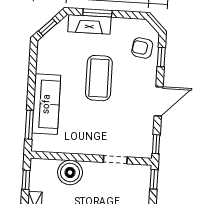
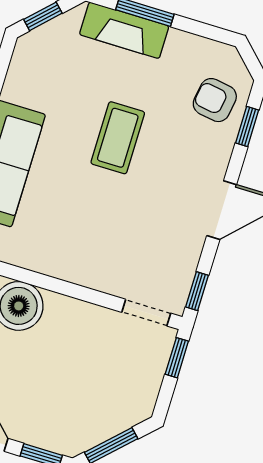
coffee table: (99, 78) -> (118, 138), width x0.73, depth x0.76
doorway: (115, 160) -> (146, 313), moved

